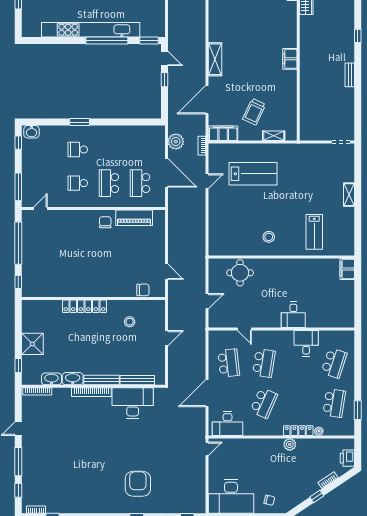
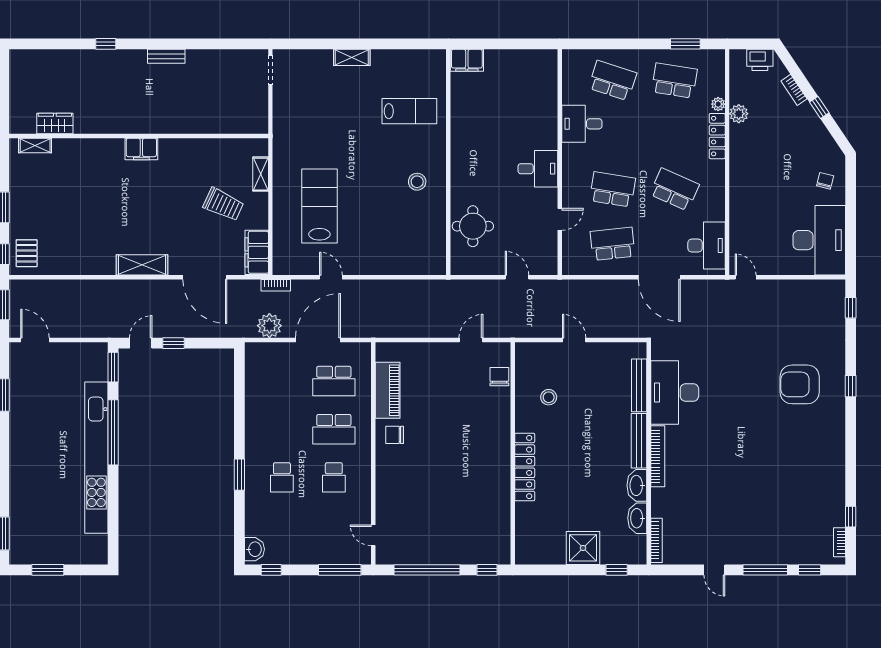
desk: (293, 315) -> (538, 169), moved
plant: (290, 444) -> (739, 114), moved

